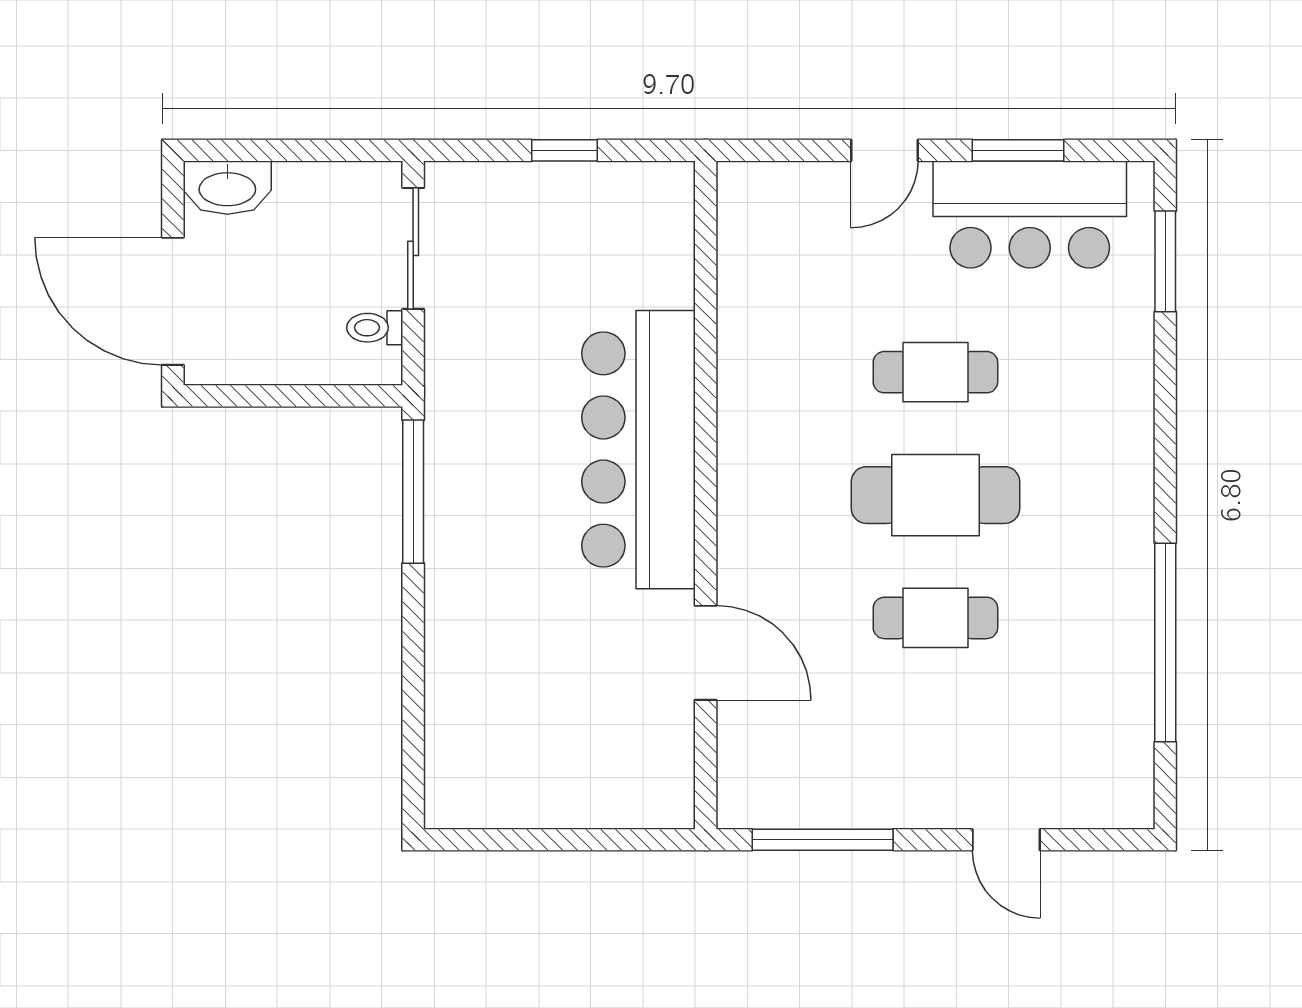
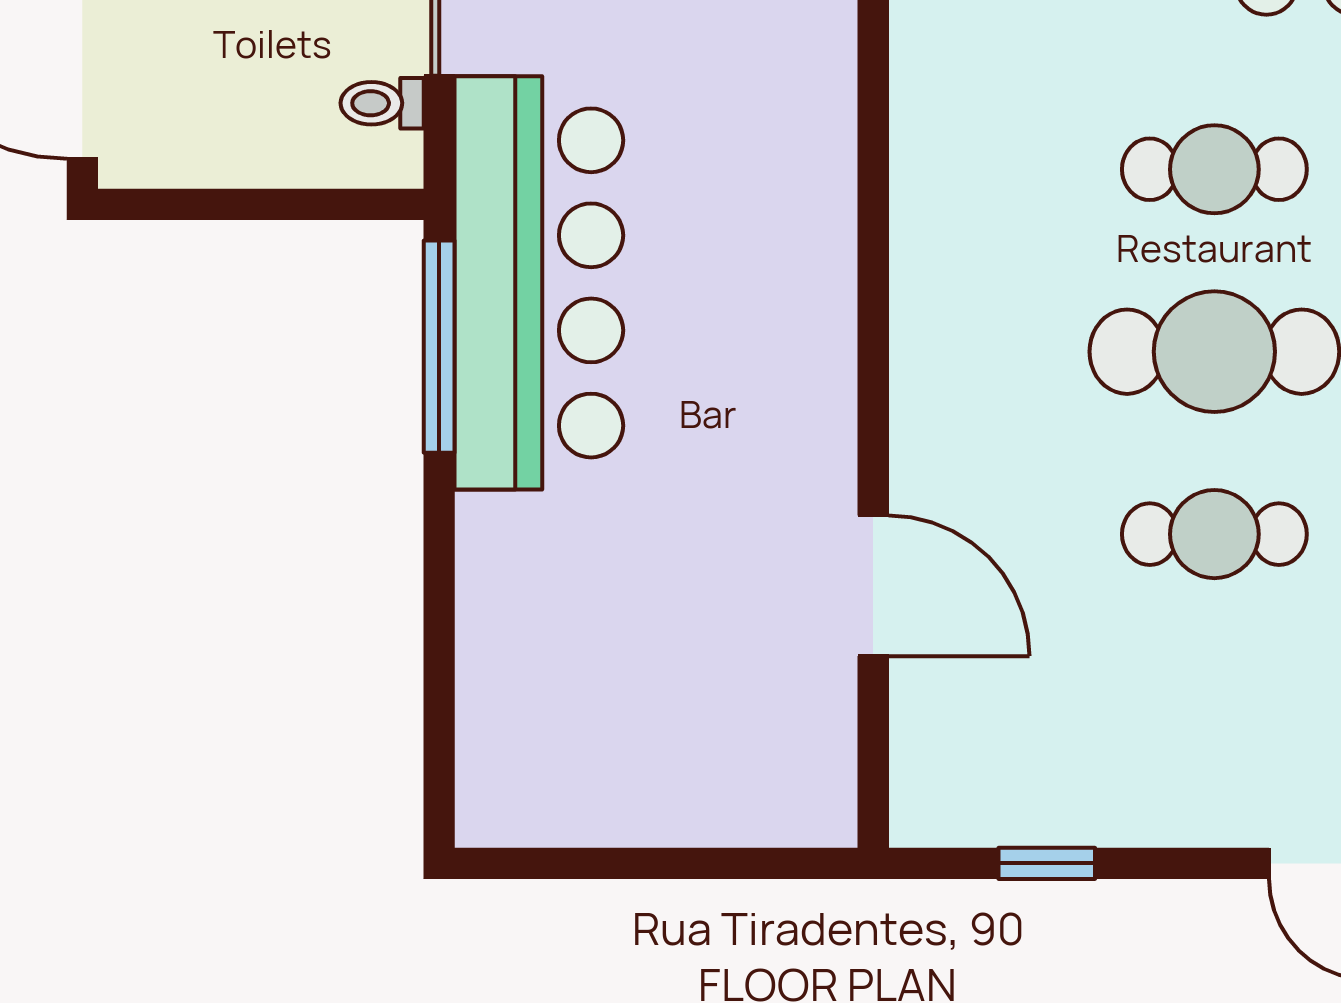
bar counter: (638, 450) -> (539, 283), moved, turned 180
window: (823, 840) -> (1047, 863), width x0.46

